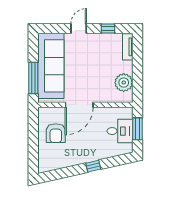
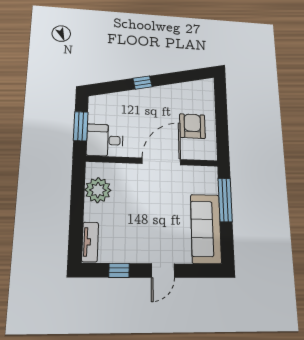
sofa: (51, 66) -> (206, 229), width x0.74, depth x0.79
desk: (120, 131) -> (105, 140), moved

